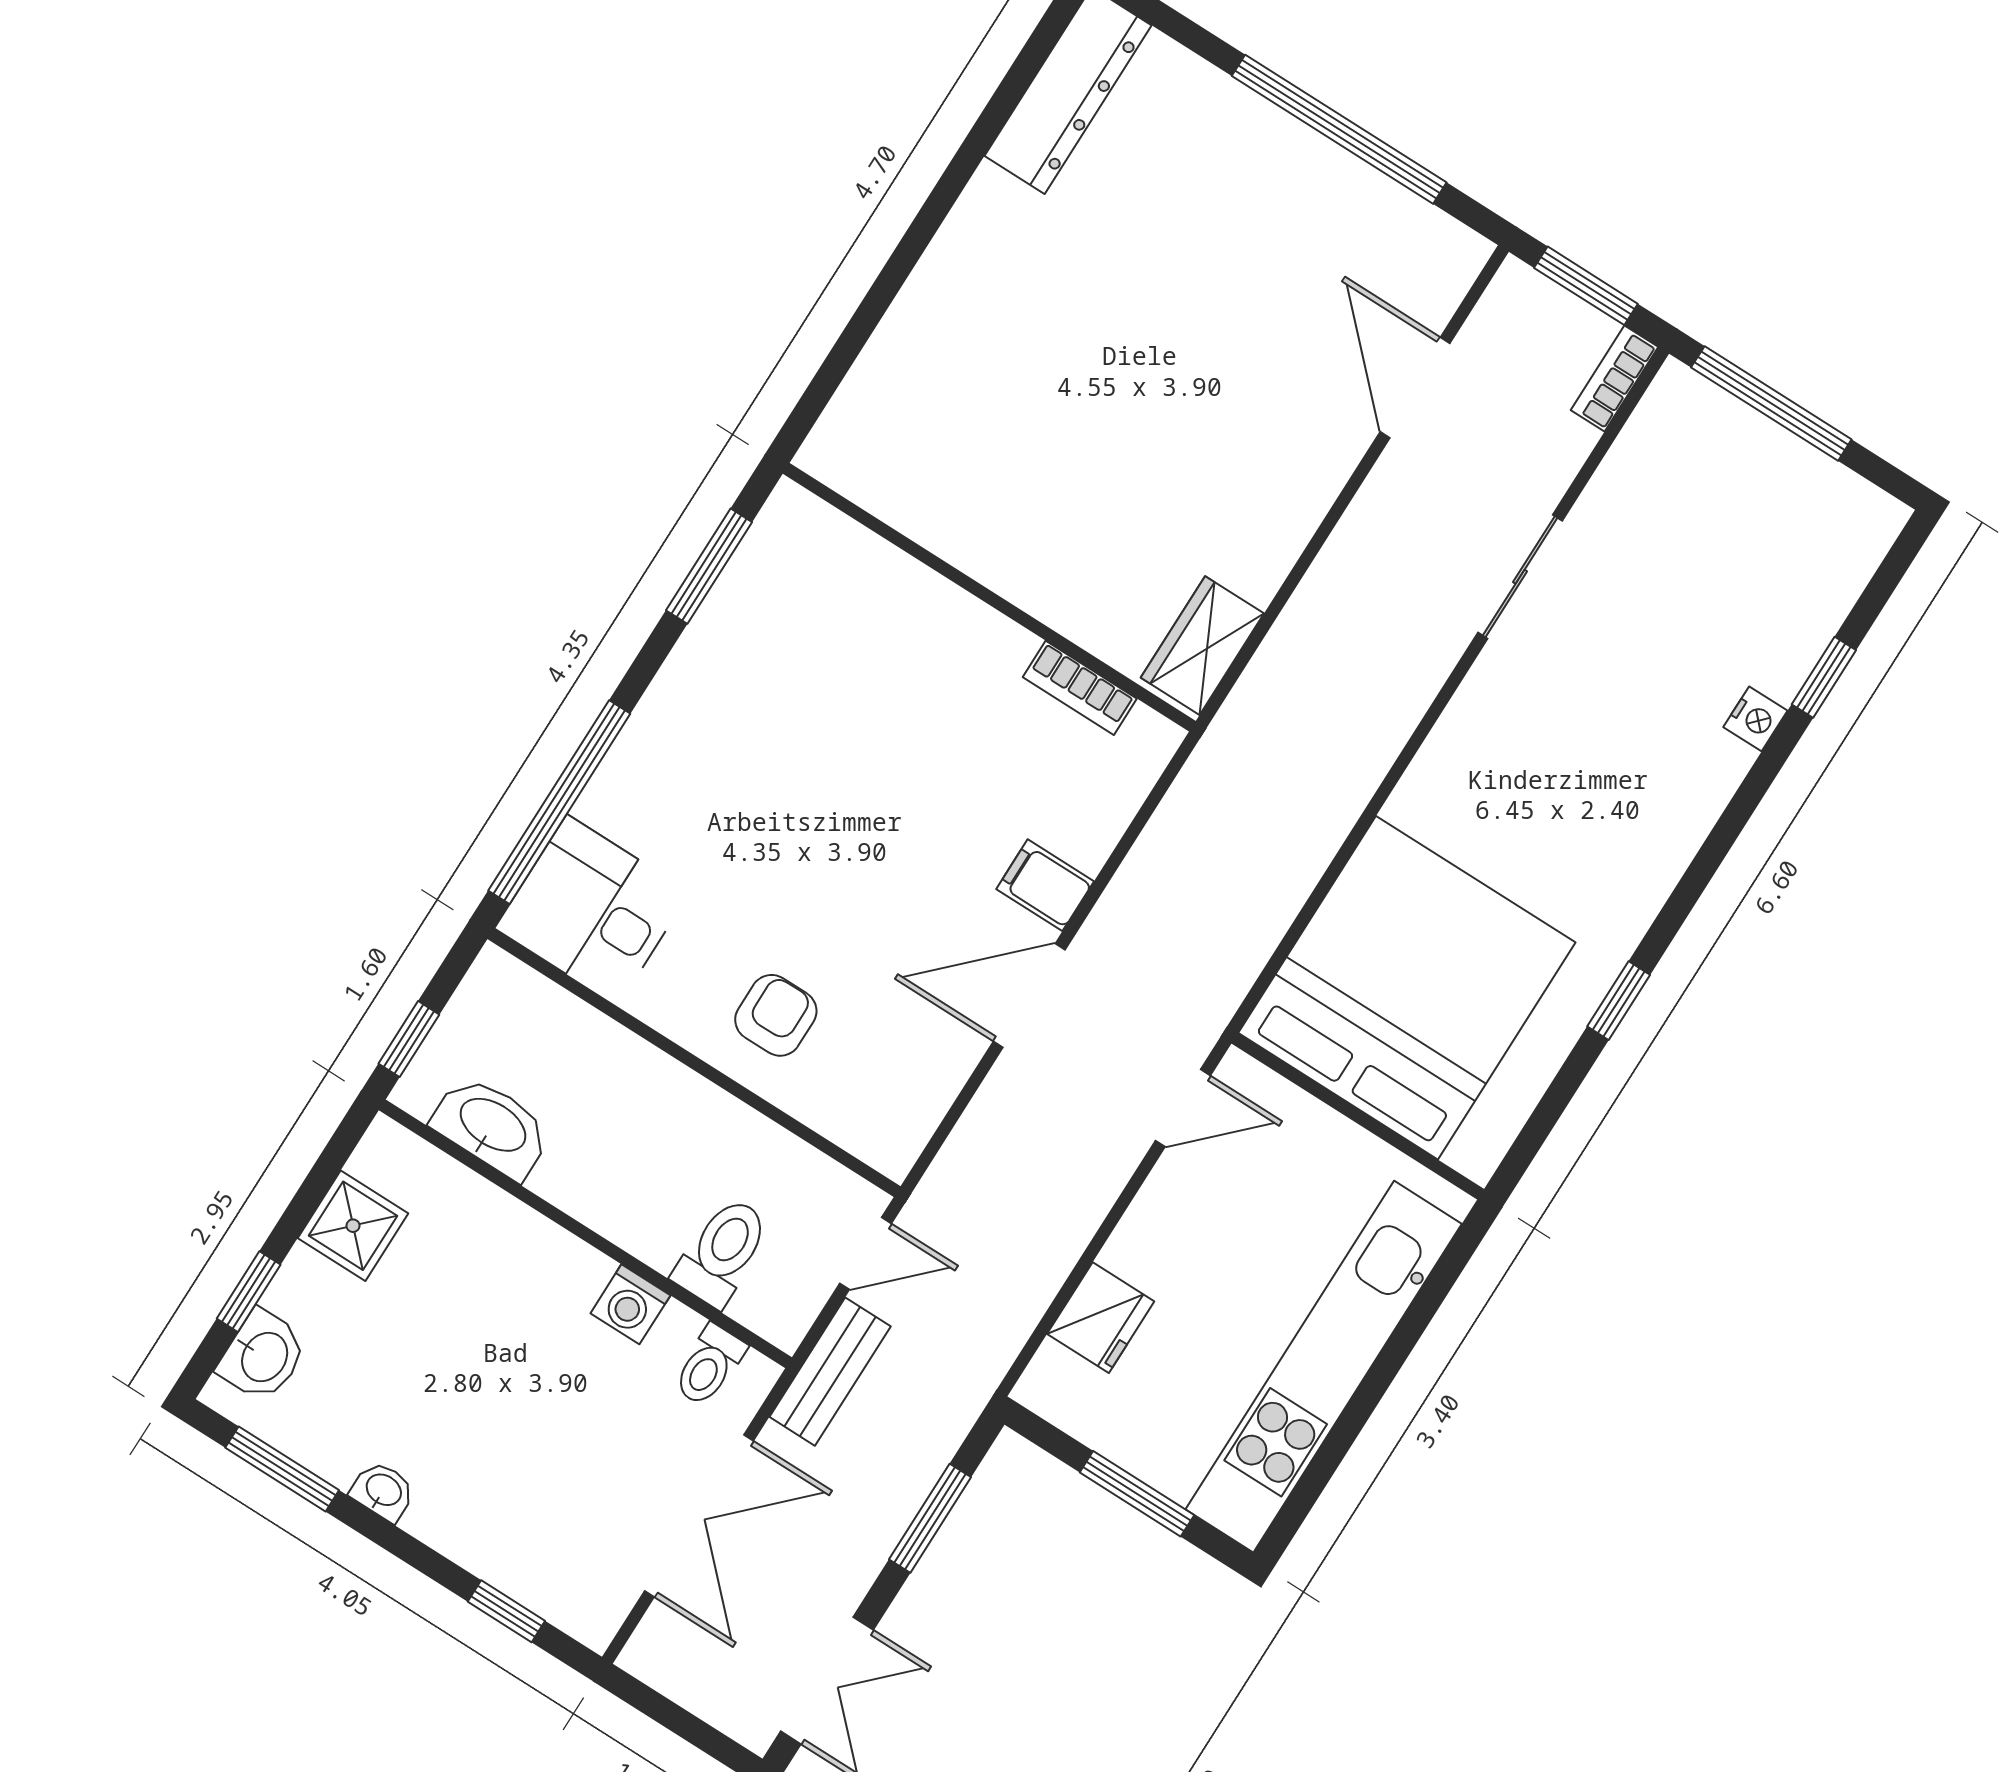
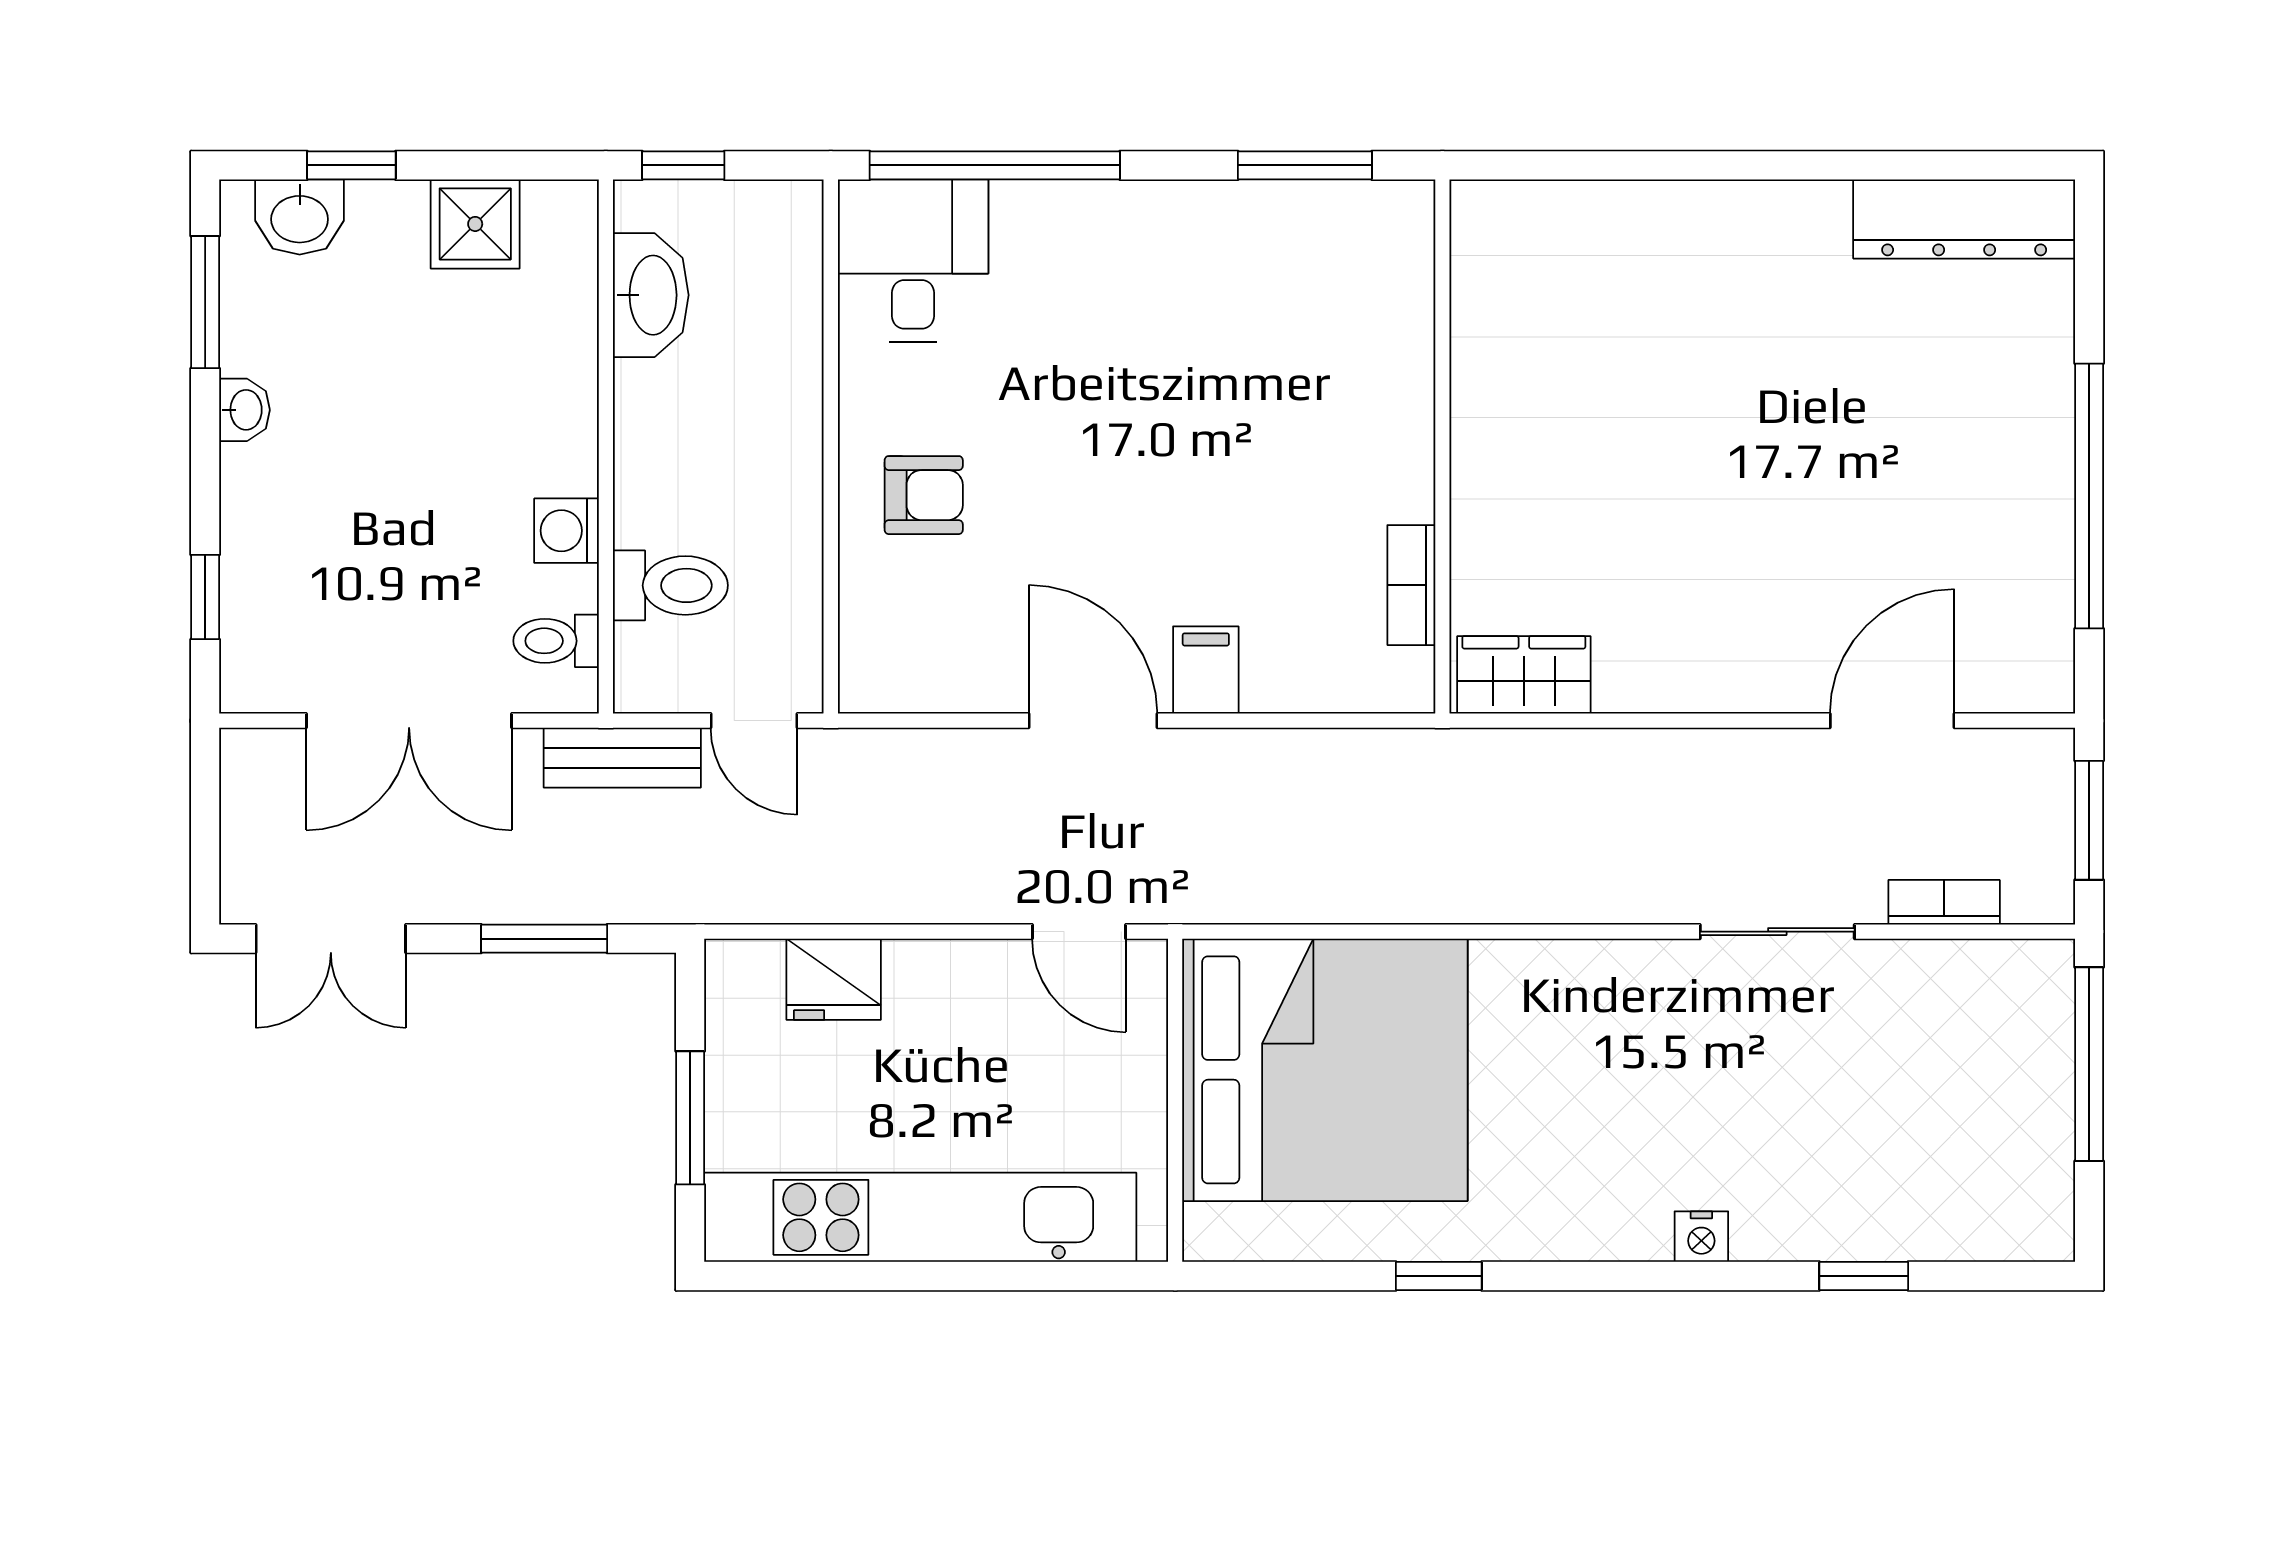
bookcase: (1615, 378) -> (1944, 902), moved
nightstand: (1755, 719) -> (1701, 1237), moved

